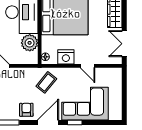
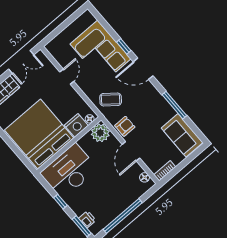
plant: (30, 43) -> (100, 133), moved
nightstand: (66, 57) -> (76, 125), moved, turned 90
armchair: (26, 110) -> (125, 126), moved, turned 180

